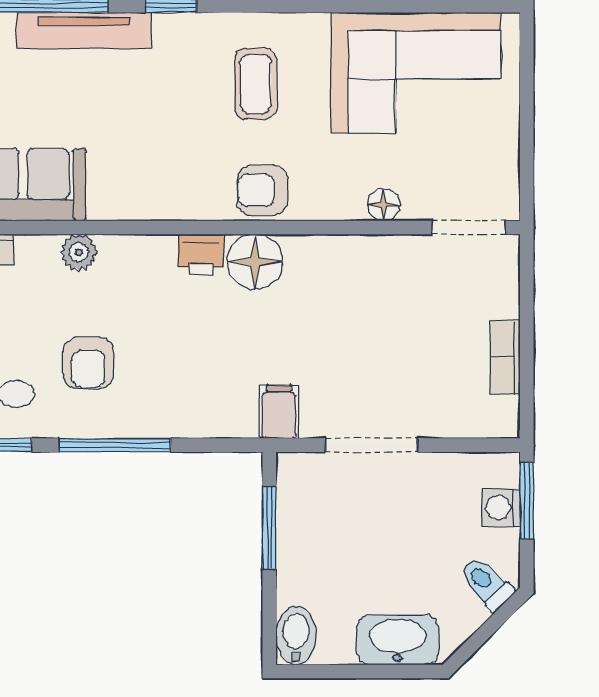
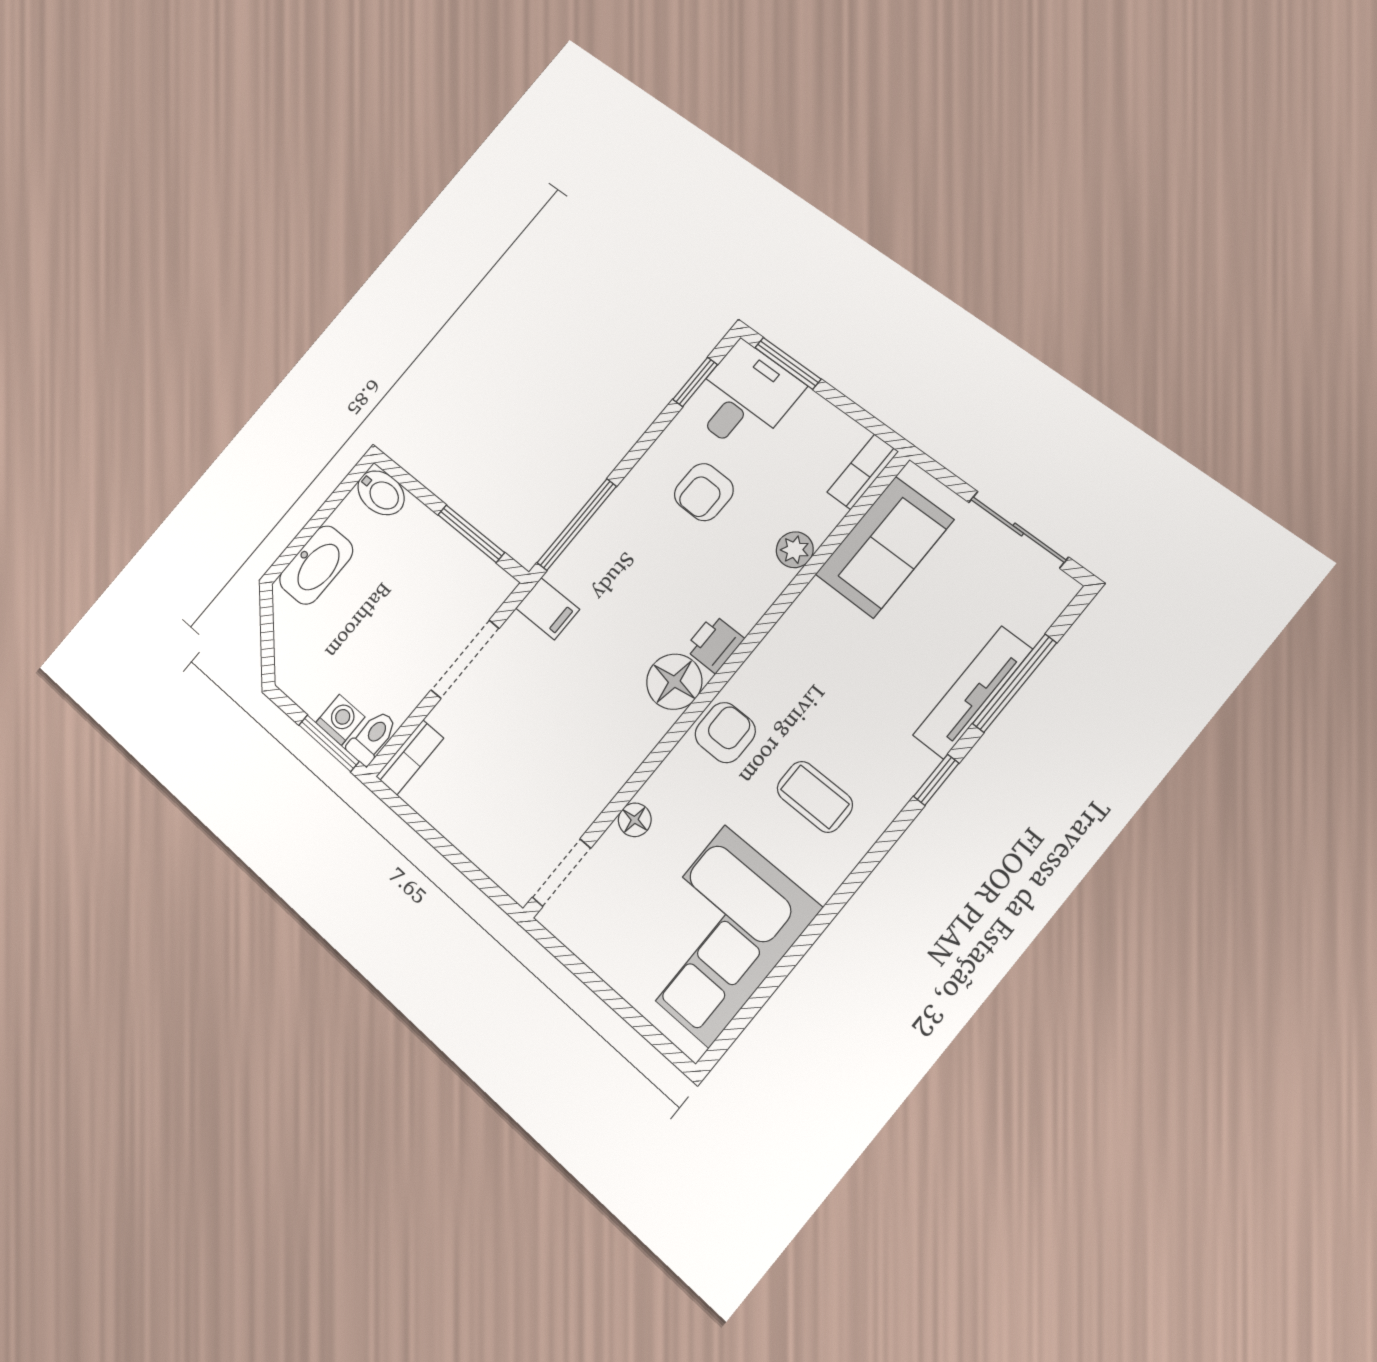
bookcase: (505, 357) -> (410, 757), moved, turned 90
armchair: (88, 363) -> (704, 492), turned -89
window: (115, 445) -> (577, 525), moved
toilet: (486, 583) -> (372, 737), moved, turned -45

